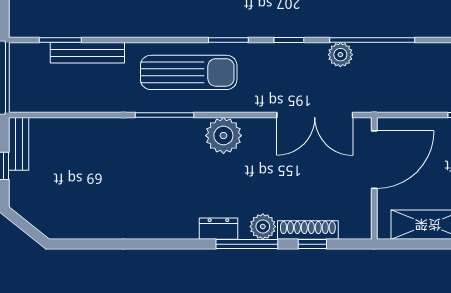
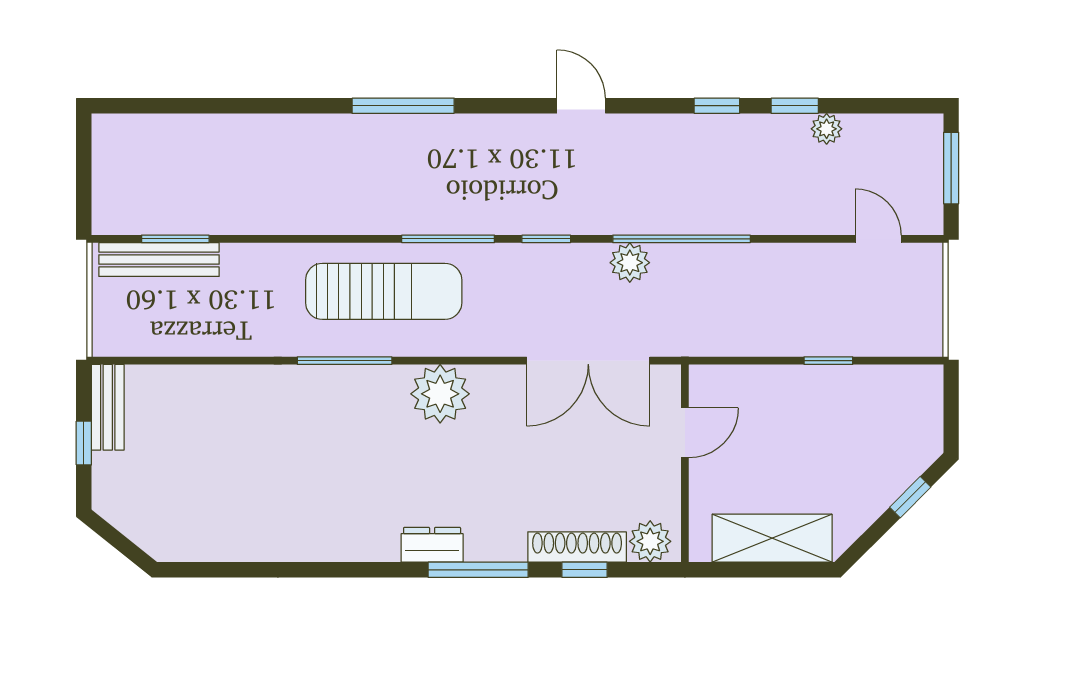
window: (228, 40) -> (448, 239), width x1.44
bench: (87, 53) -> (159, 260), moved
door: (374, 160) -> (685, 433), width x0.53
plant: (263, 227) -> (650, 541), moved

